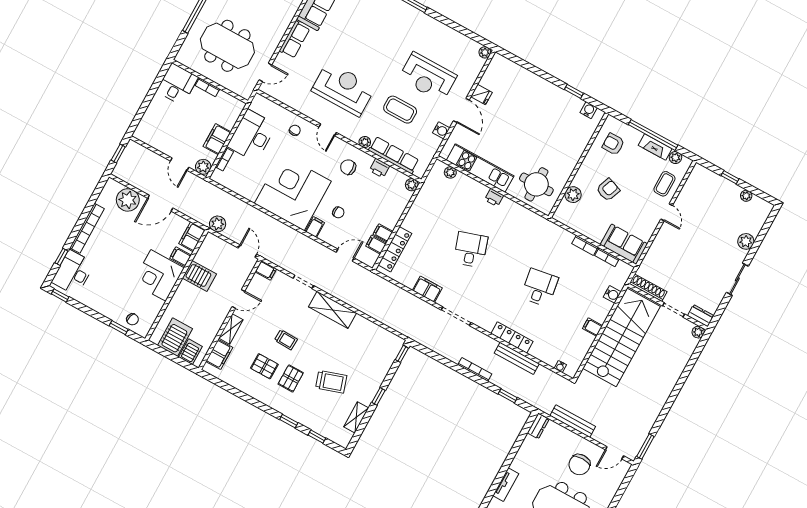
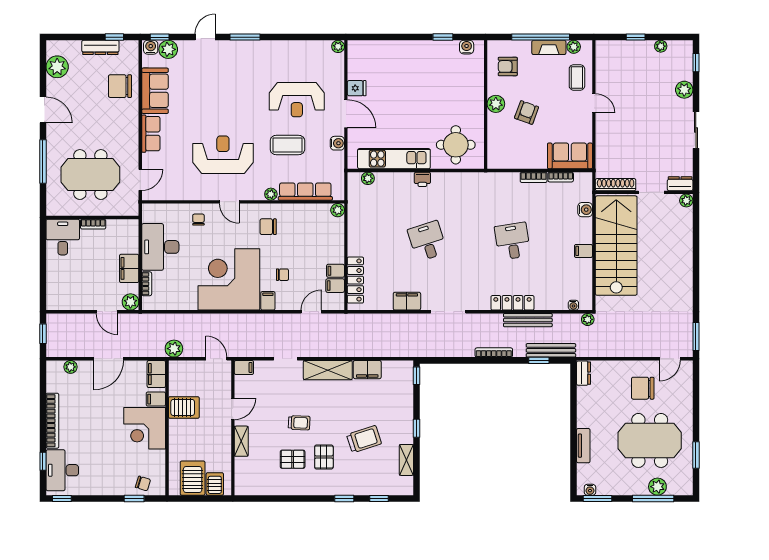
printer: (379, 168) -> (298, 211), removed
plant: (573, 195) -> (496, 104), moved
plant: (128, 200) -> (70, 367), width x0.53, depth x0.53
window: (767, 225) -> (696, 63), added
filing cabinet: (219, 354) -> (367, 370), moved, turned 90
plant: (565, 384) -> (588, 319), added
bench: (573, 421) -> (551, 350), moved
chair: (579, 465) -> (643, 388), turned 90

